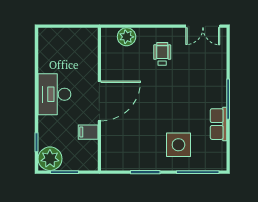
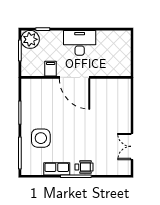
double door: (203, 26) -> (132, 146), moved
plant: (127, 37) -> (124, 98), removed
wheelchair: (162, 54) -> (84, 167), moved

